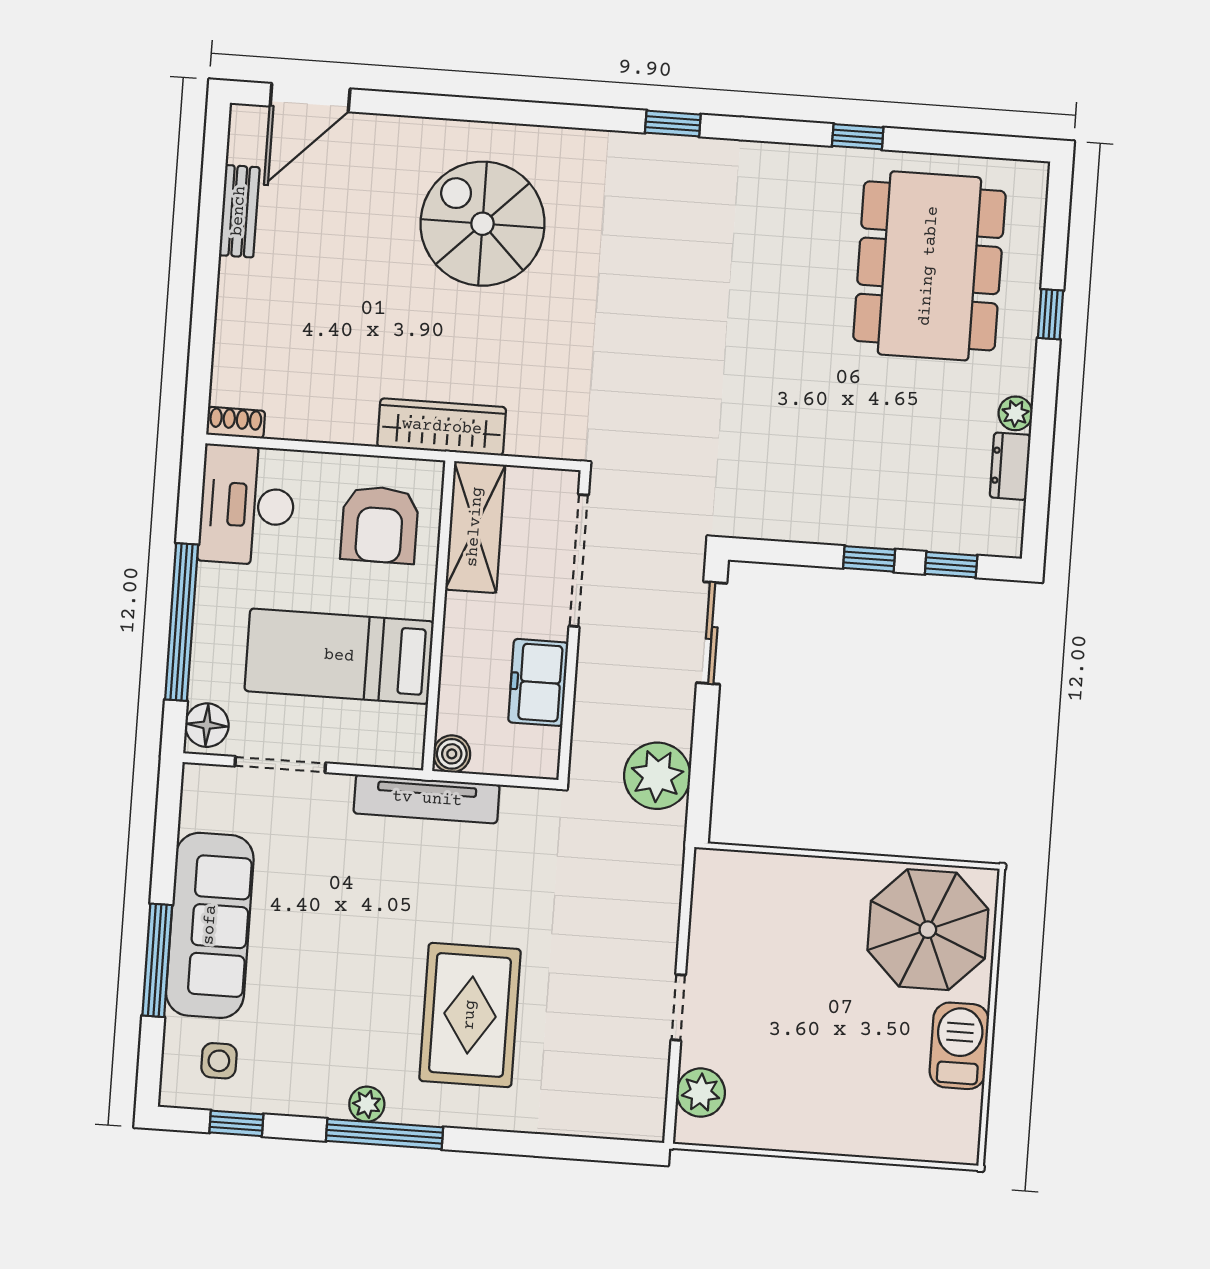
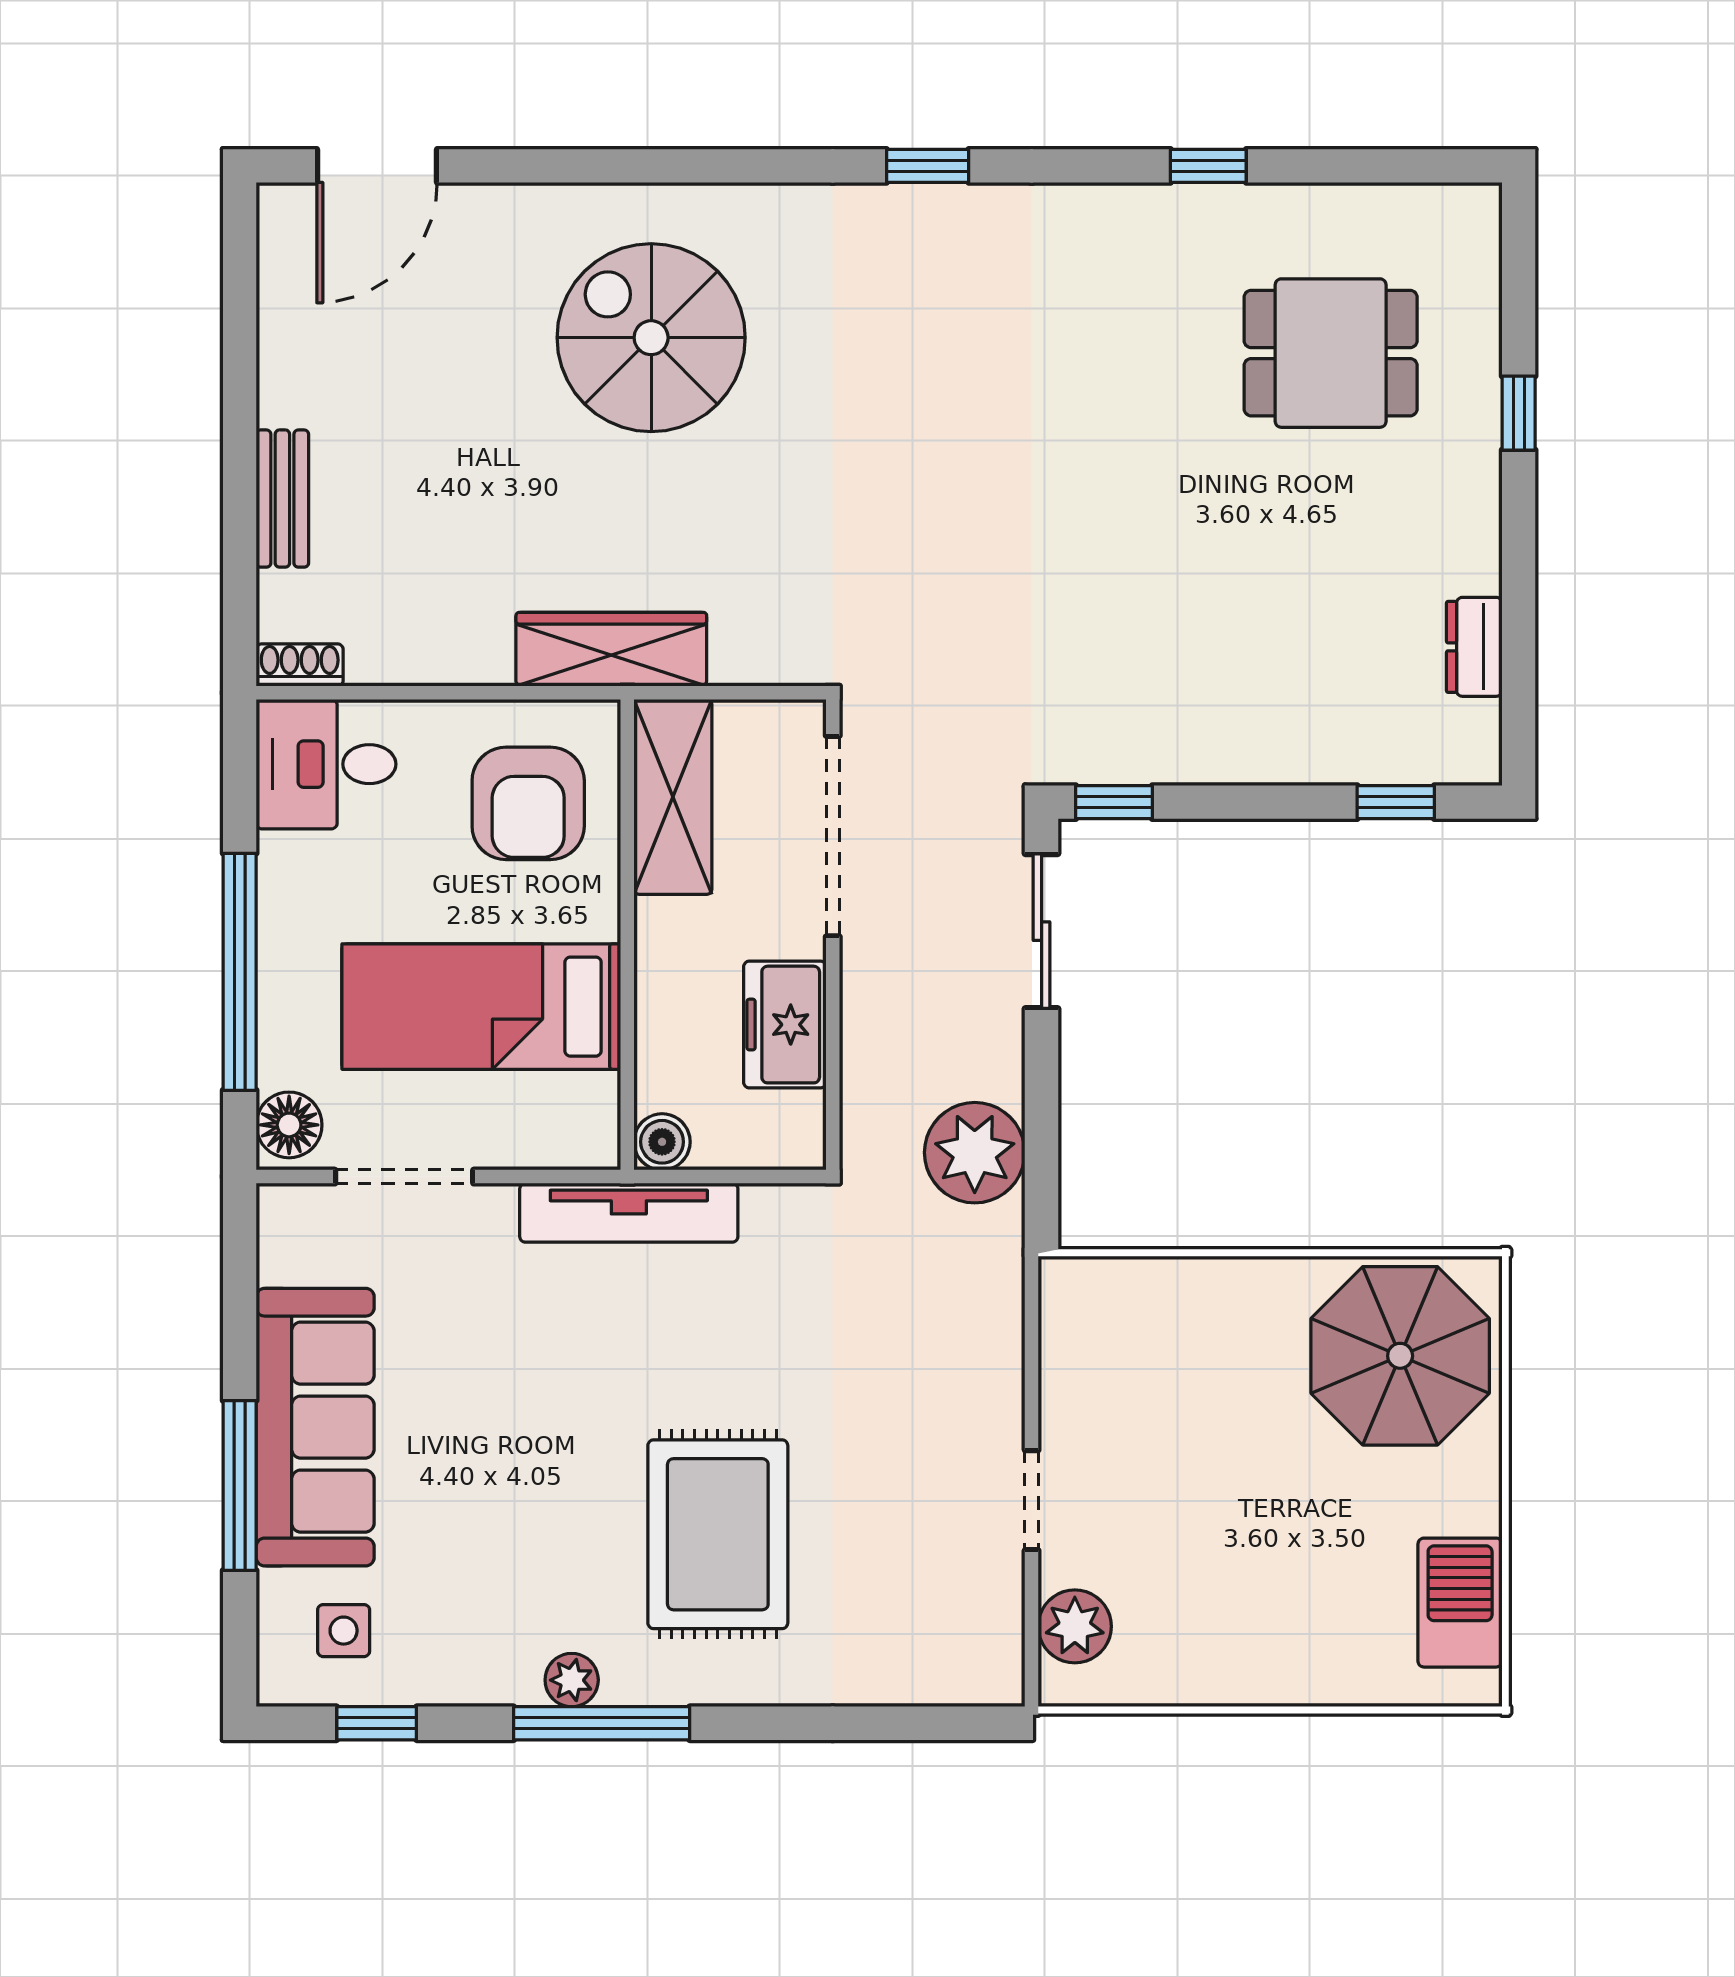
bench: (239, 211) -> (282, 499), moved
dining table: (929, 266) -> (1331, 353), width x0.53, depth x0.80
plant: (1015, 413) -> (1477, 567), removed
desk: (247, 505) -> (326, 764), width x0.73
window: (869, 559) -> (1114, 802), moved
barbecue: (959, 1046) -> (1460, 1603), moved

